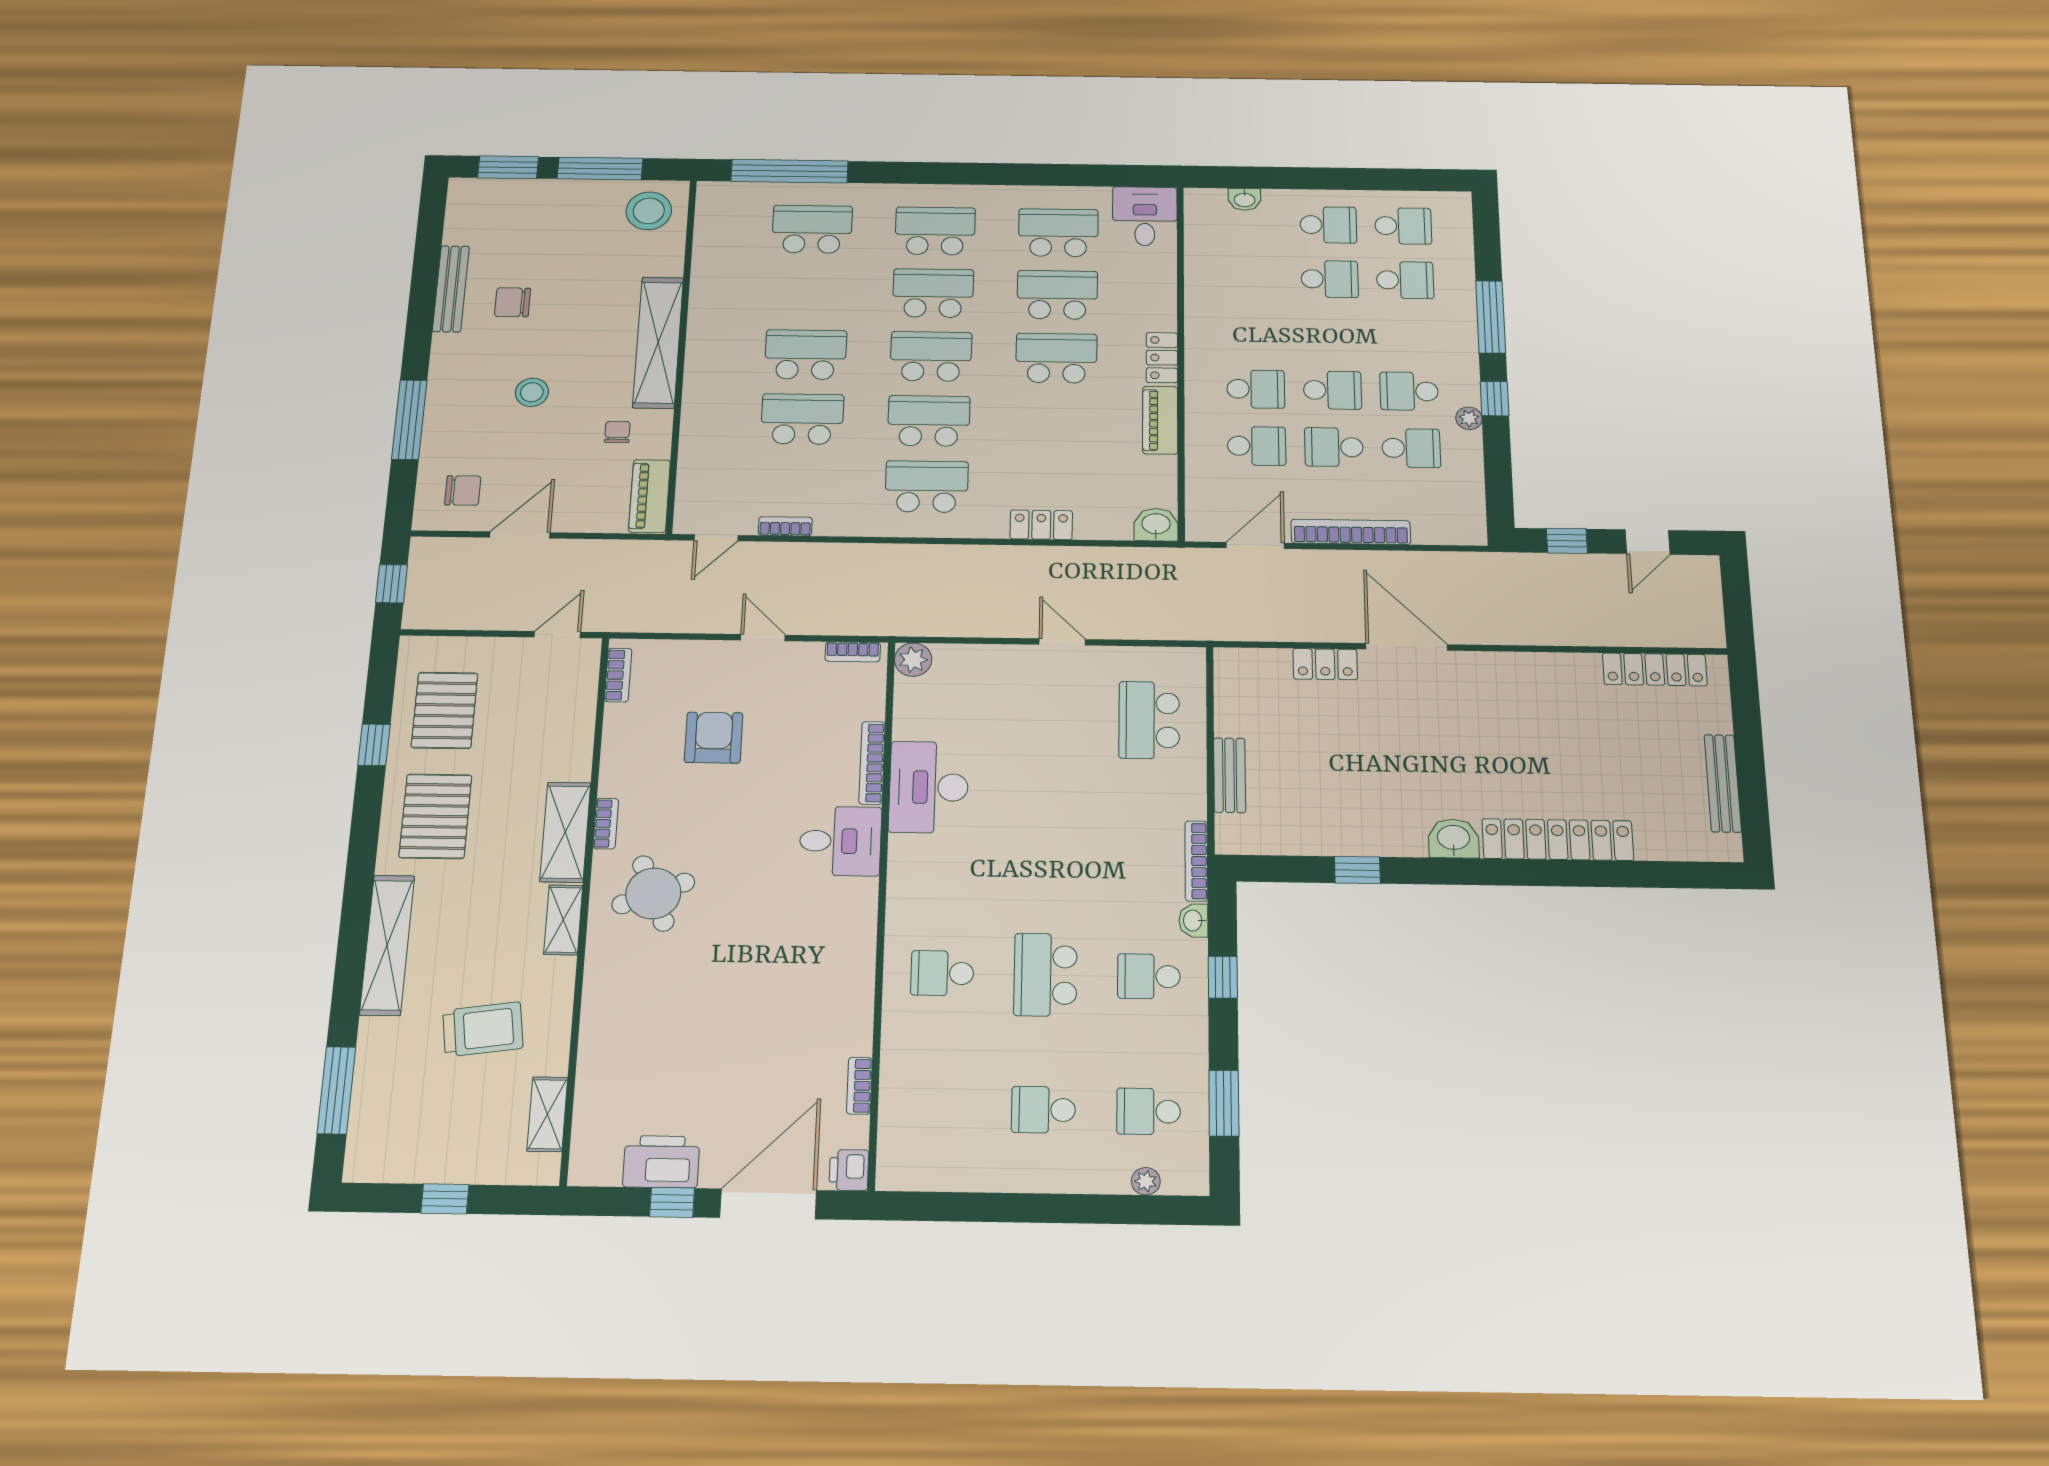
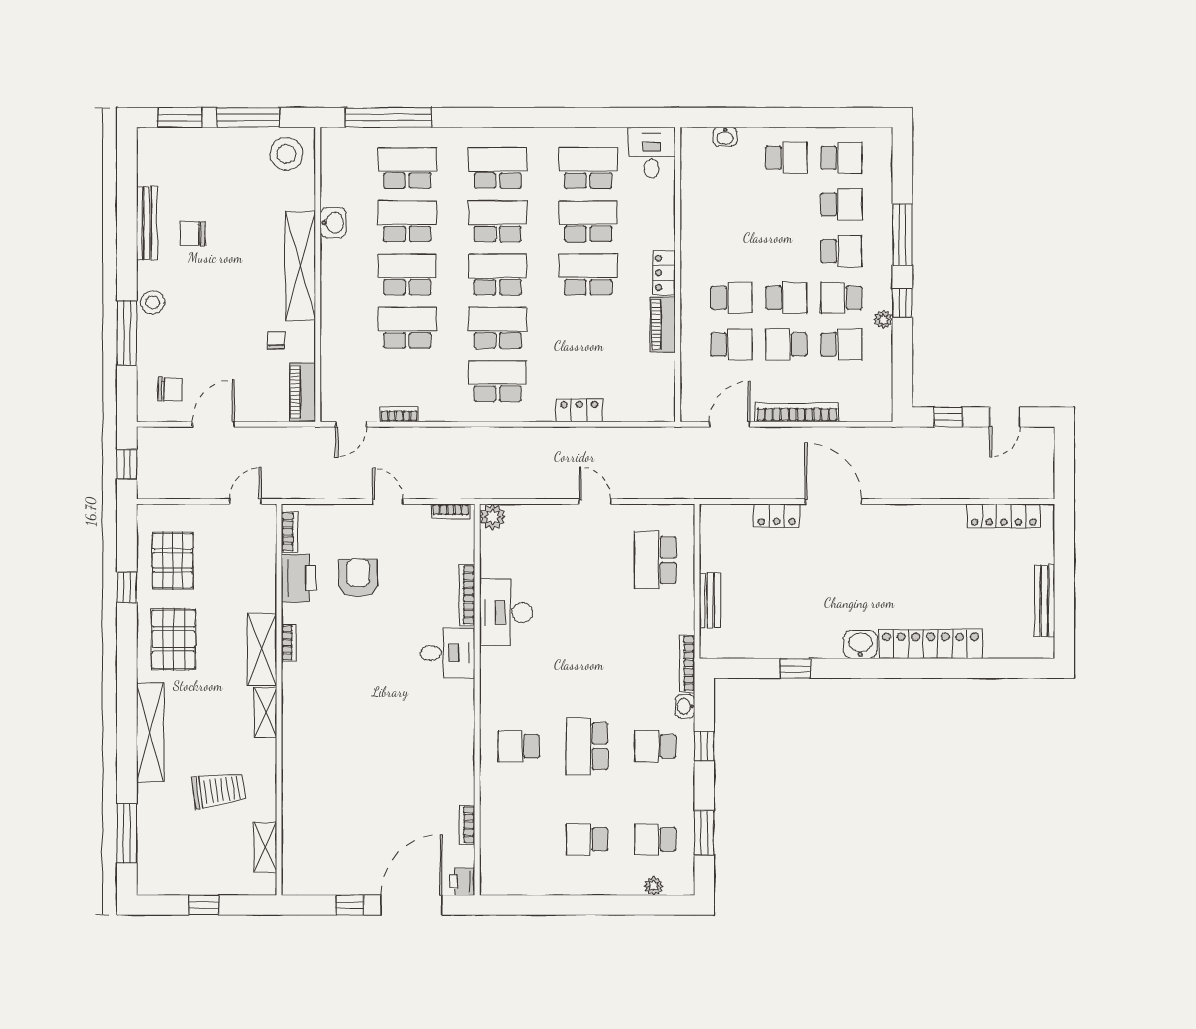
school desk: (1330, 279) -> (841, 251), moved
school desk: (809, 291) -> (407, 221), added
stool: (532, 392) -> (153, 302), moved
washbasin: (1156, 525) -> (333, 223), moved, turned 90
round table: (653, 893) -> (324, 693), removed
printer: (661, 1162) -> (299, 578), moved, turned 90

